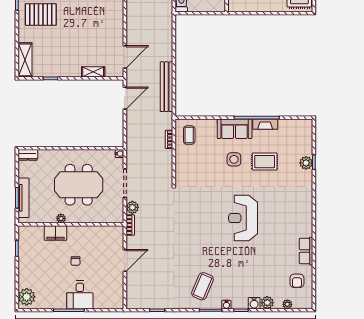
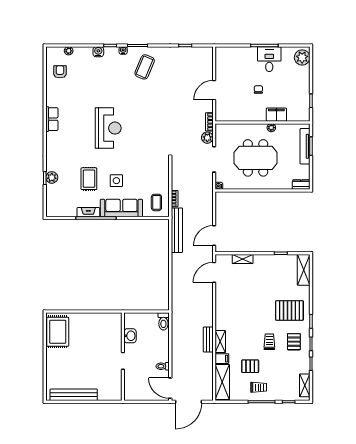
bench: (166, 87) -> (177, 230), moved
sofa: (235, 129) -> (121, 208), width x1.36
rug: (265, 162) -> (89, 179), turned 90
row of seats: (306, 251) -> (52, 119), moved
desk: (80, 295) -> (269, 59), moved
plant: (267, 303) -> (87, 52), removed

